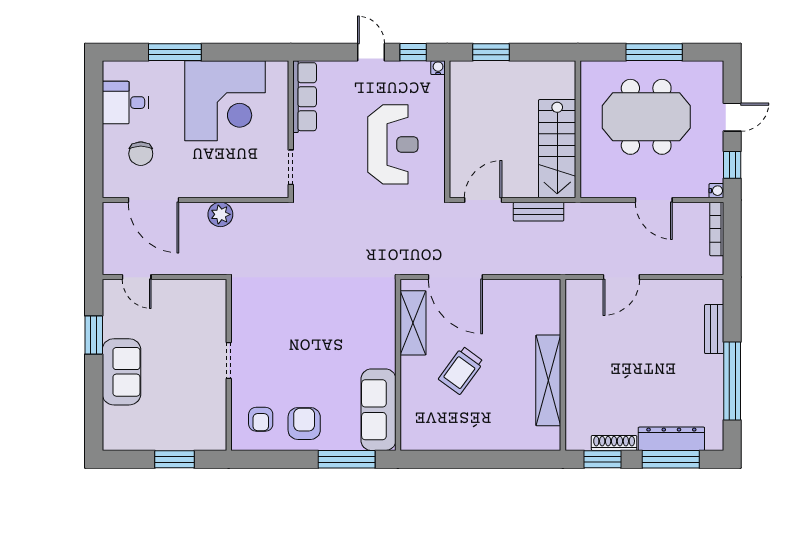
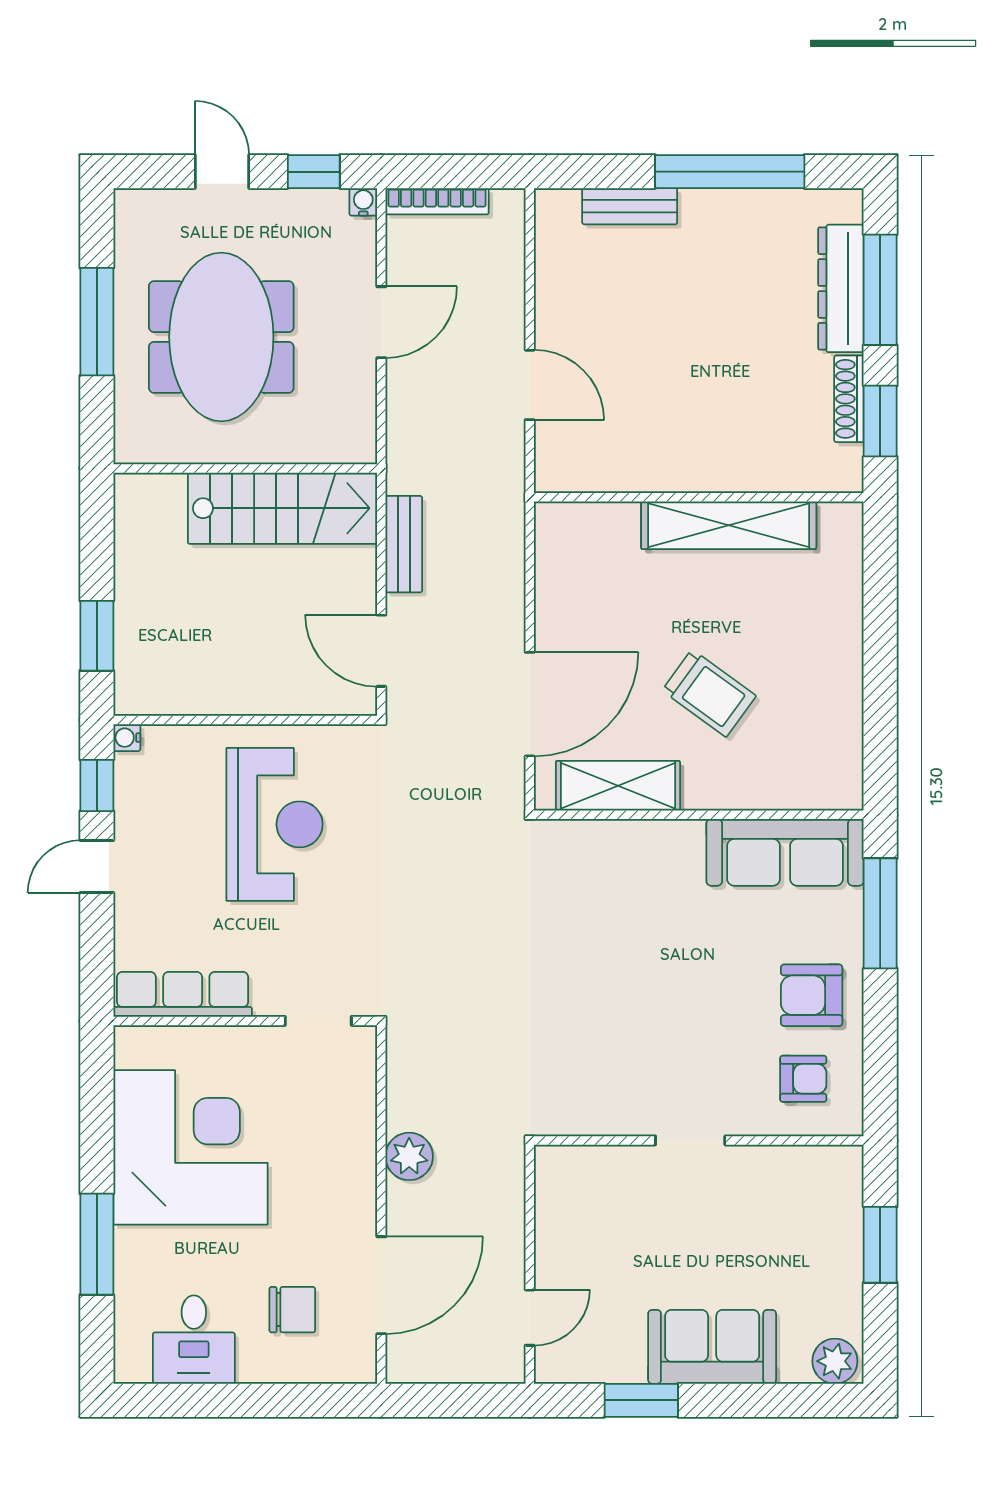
reception desk: (393, 144) -> (275, 824), turned 90
plant: (114, 436) -> (835, 1361), added

